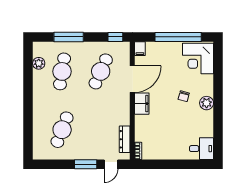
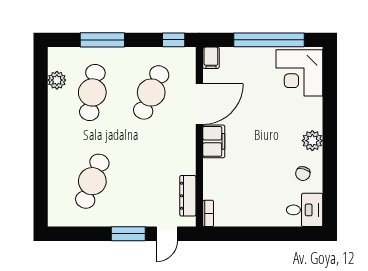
chair: (184, 96) -> (303, 174), moved

